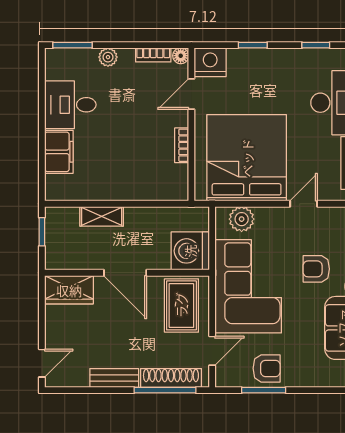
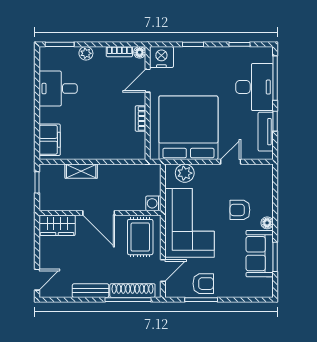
filing cabinet: (59, 152) -> (50, 140), moved
washing machine: (190, 251) -> (153, 203), width x0.53, depth x0.53

